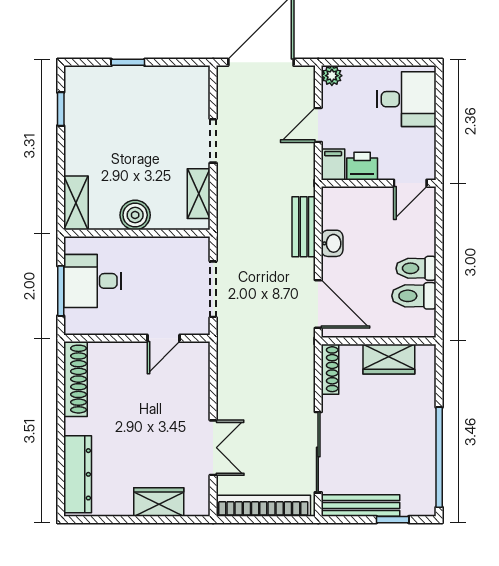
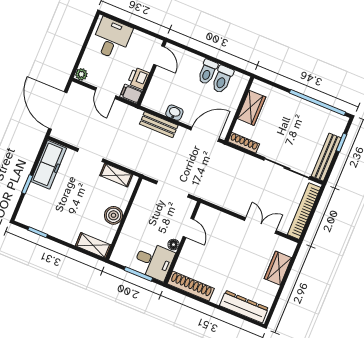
freezer: (172, 83) -> (49, 165), added
desk: (93, 281) -> (154, 261), moved, turned -90
floor lamp: (128, 326) -> (173, 245), added

